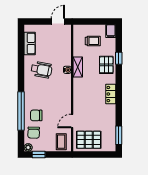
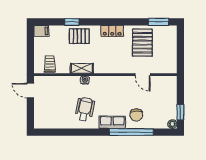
trolley: (93, 41) -> (50, 64), moved
row of seats: (30, 43) -> (112, 122), moved
chair: (34, 133) -> (156, 118), removed
pallet: (89, 140) -> (142, 43), moved
coffee table: (61, 142) -> (166, 87), removed

